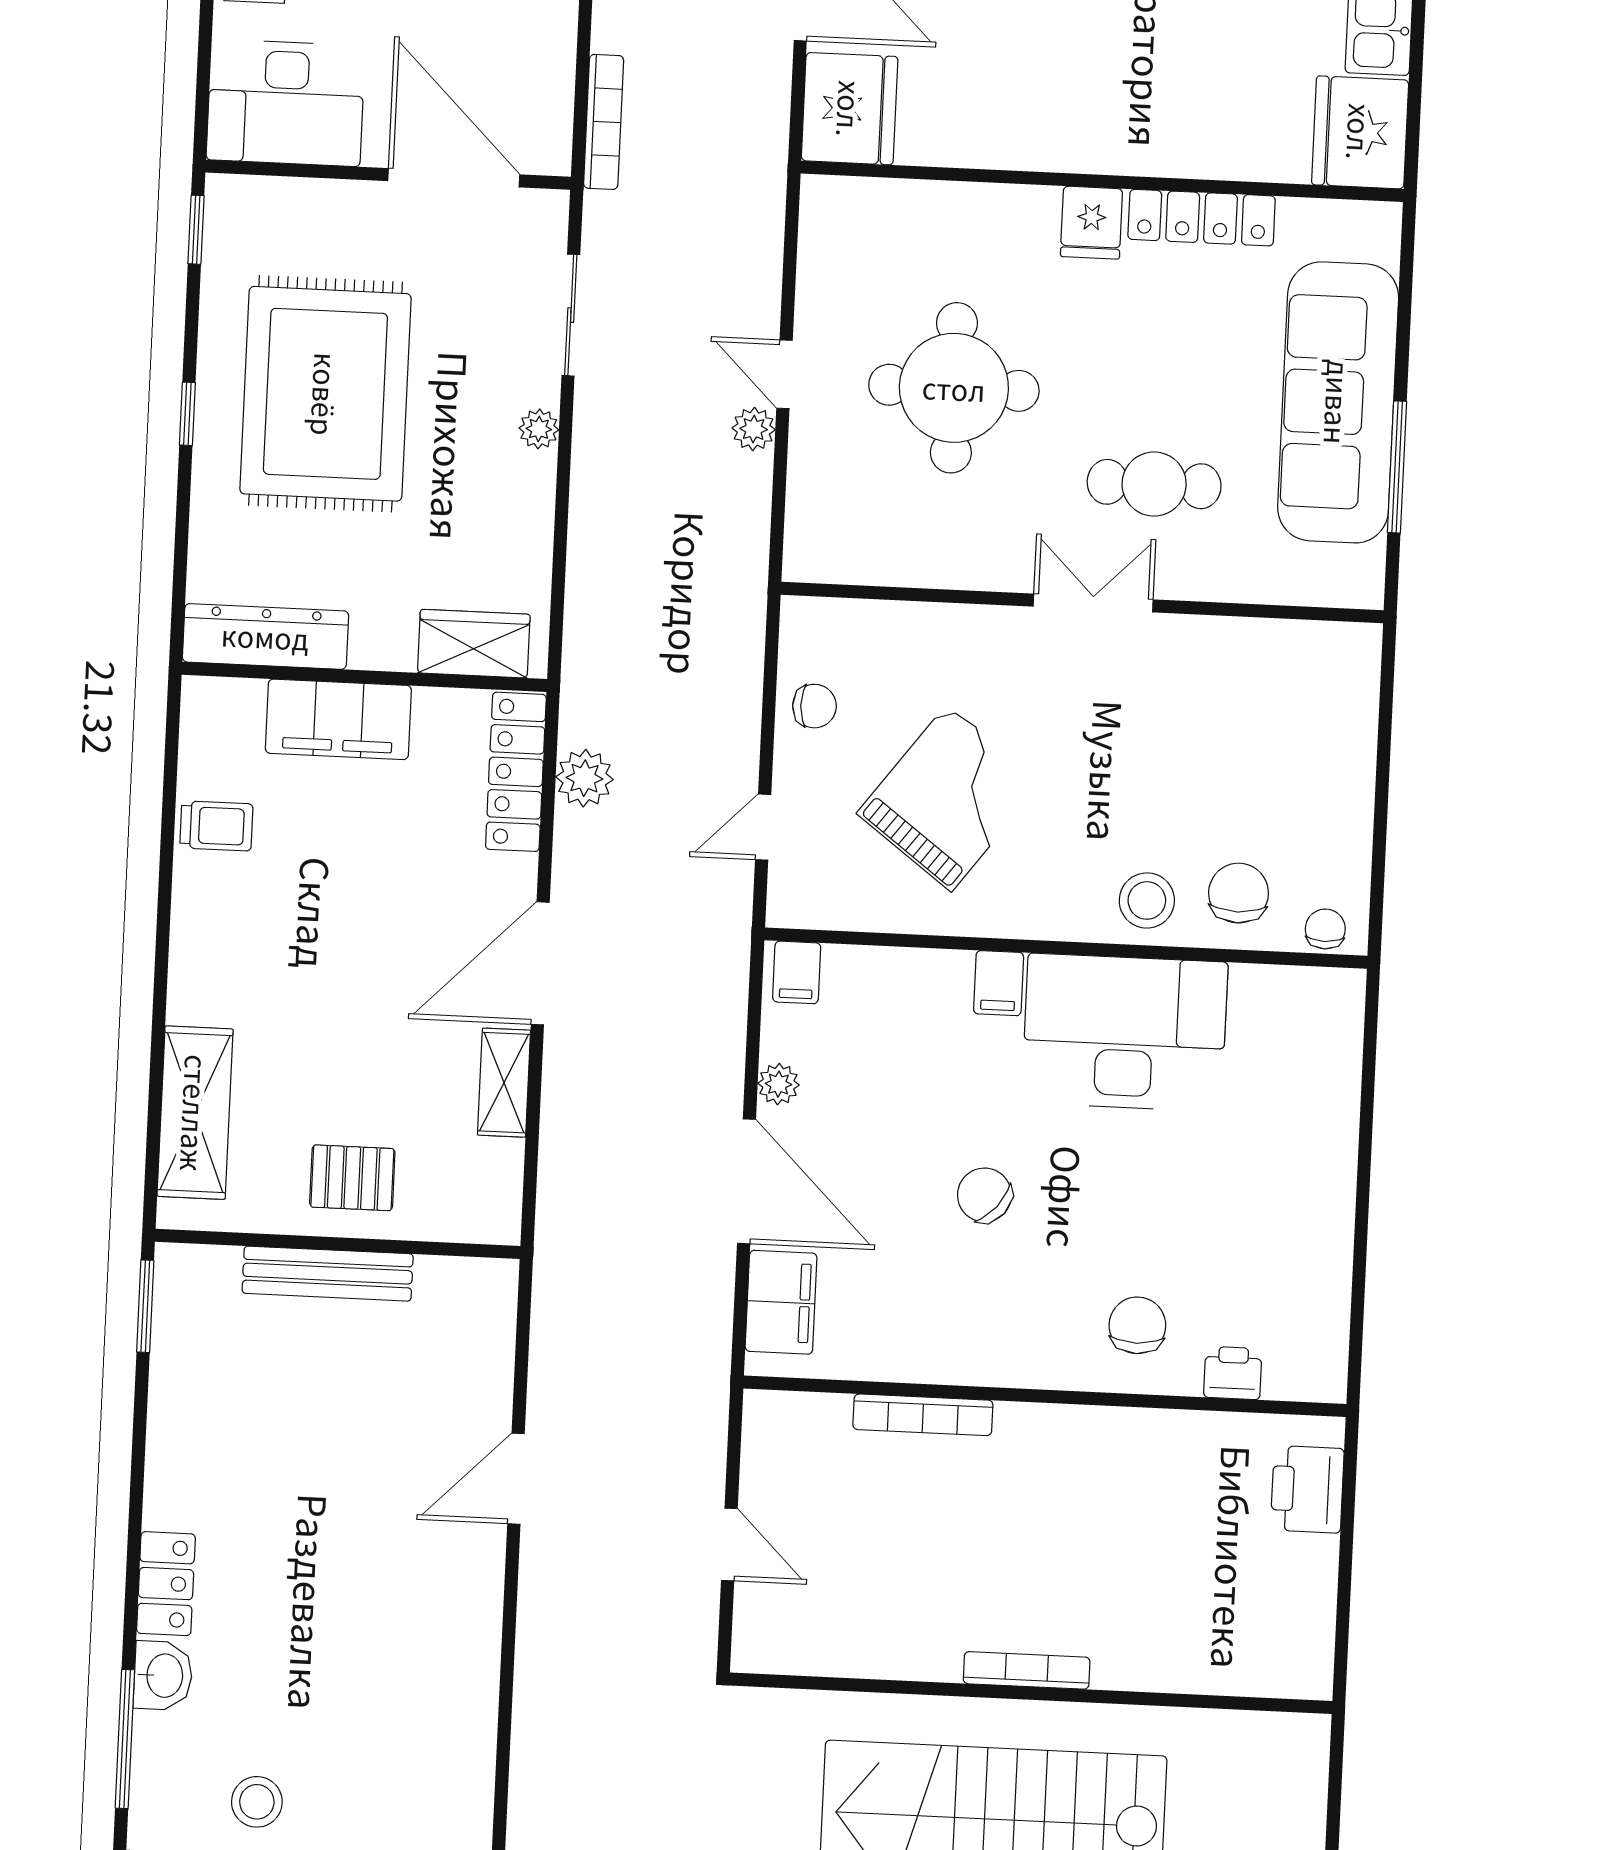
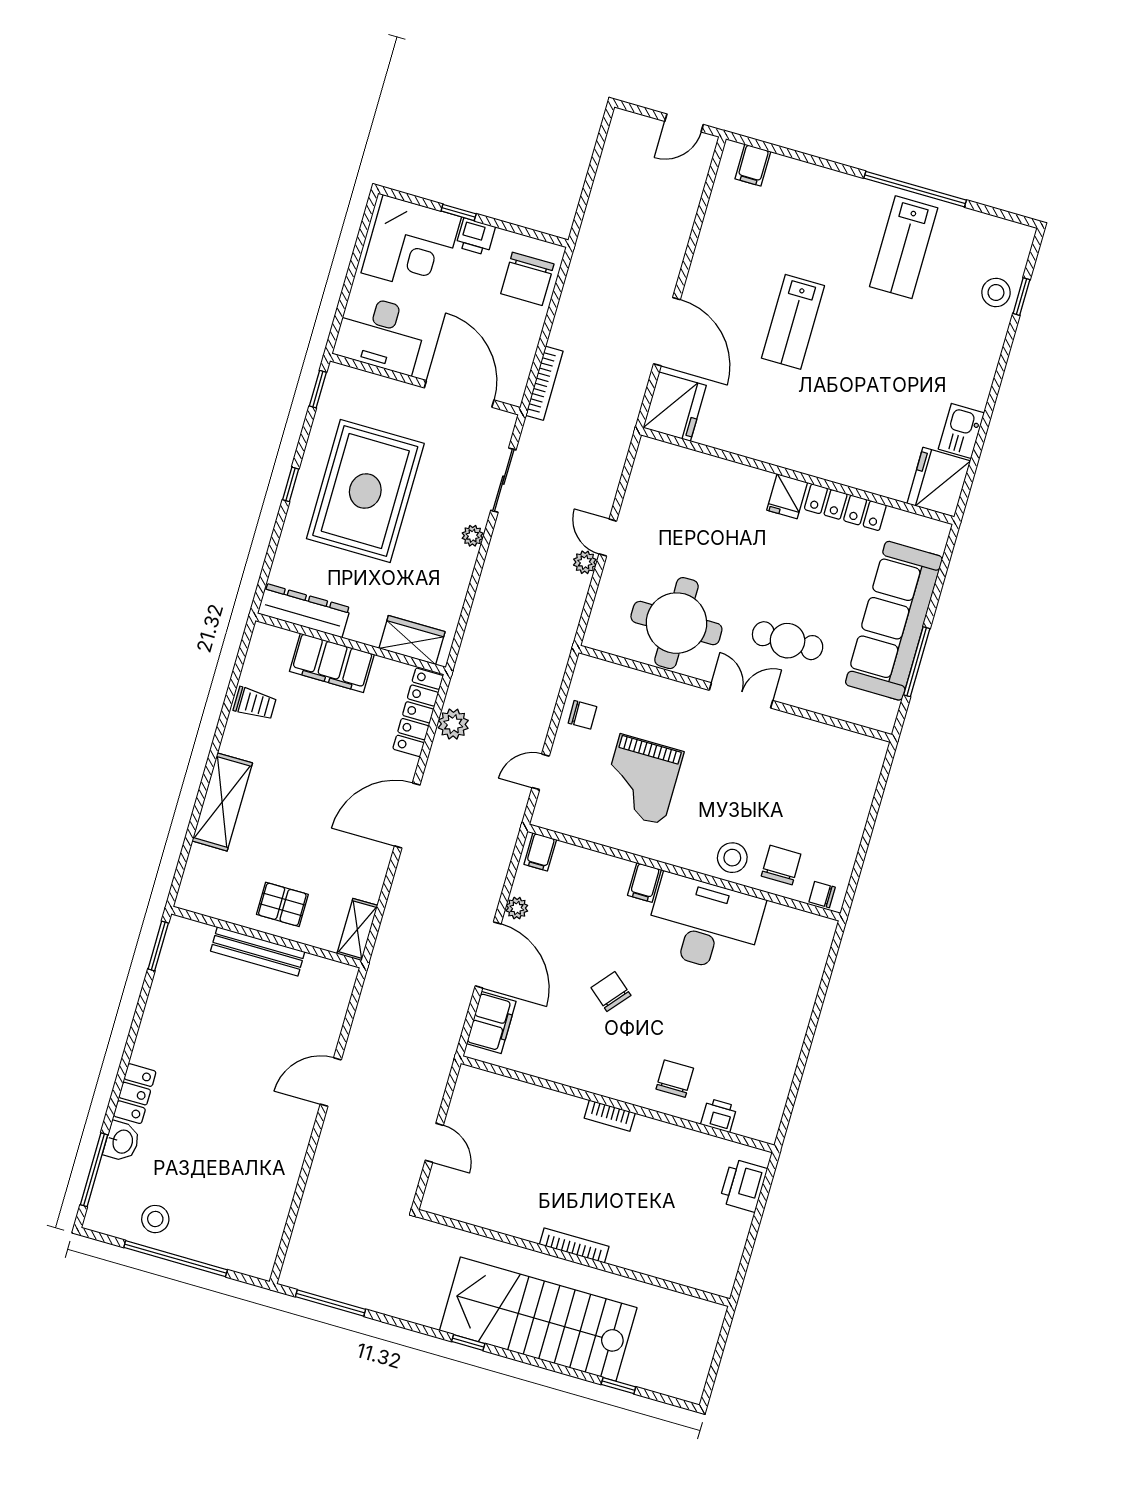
round table: (954, 388) -> (676, 623), moved
grand piano: (949, 798) -> (642, 779), turned 143
chair: (1325, 929) -> (822, 895), turned -90
shelving: (504, 1083) -> (357, 930), moved
shelving: (195, 1113) -> (222, 802), moved
bookcase: (923, 1415) -> (610, 1116), moved, width x0.64

